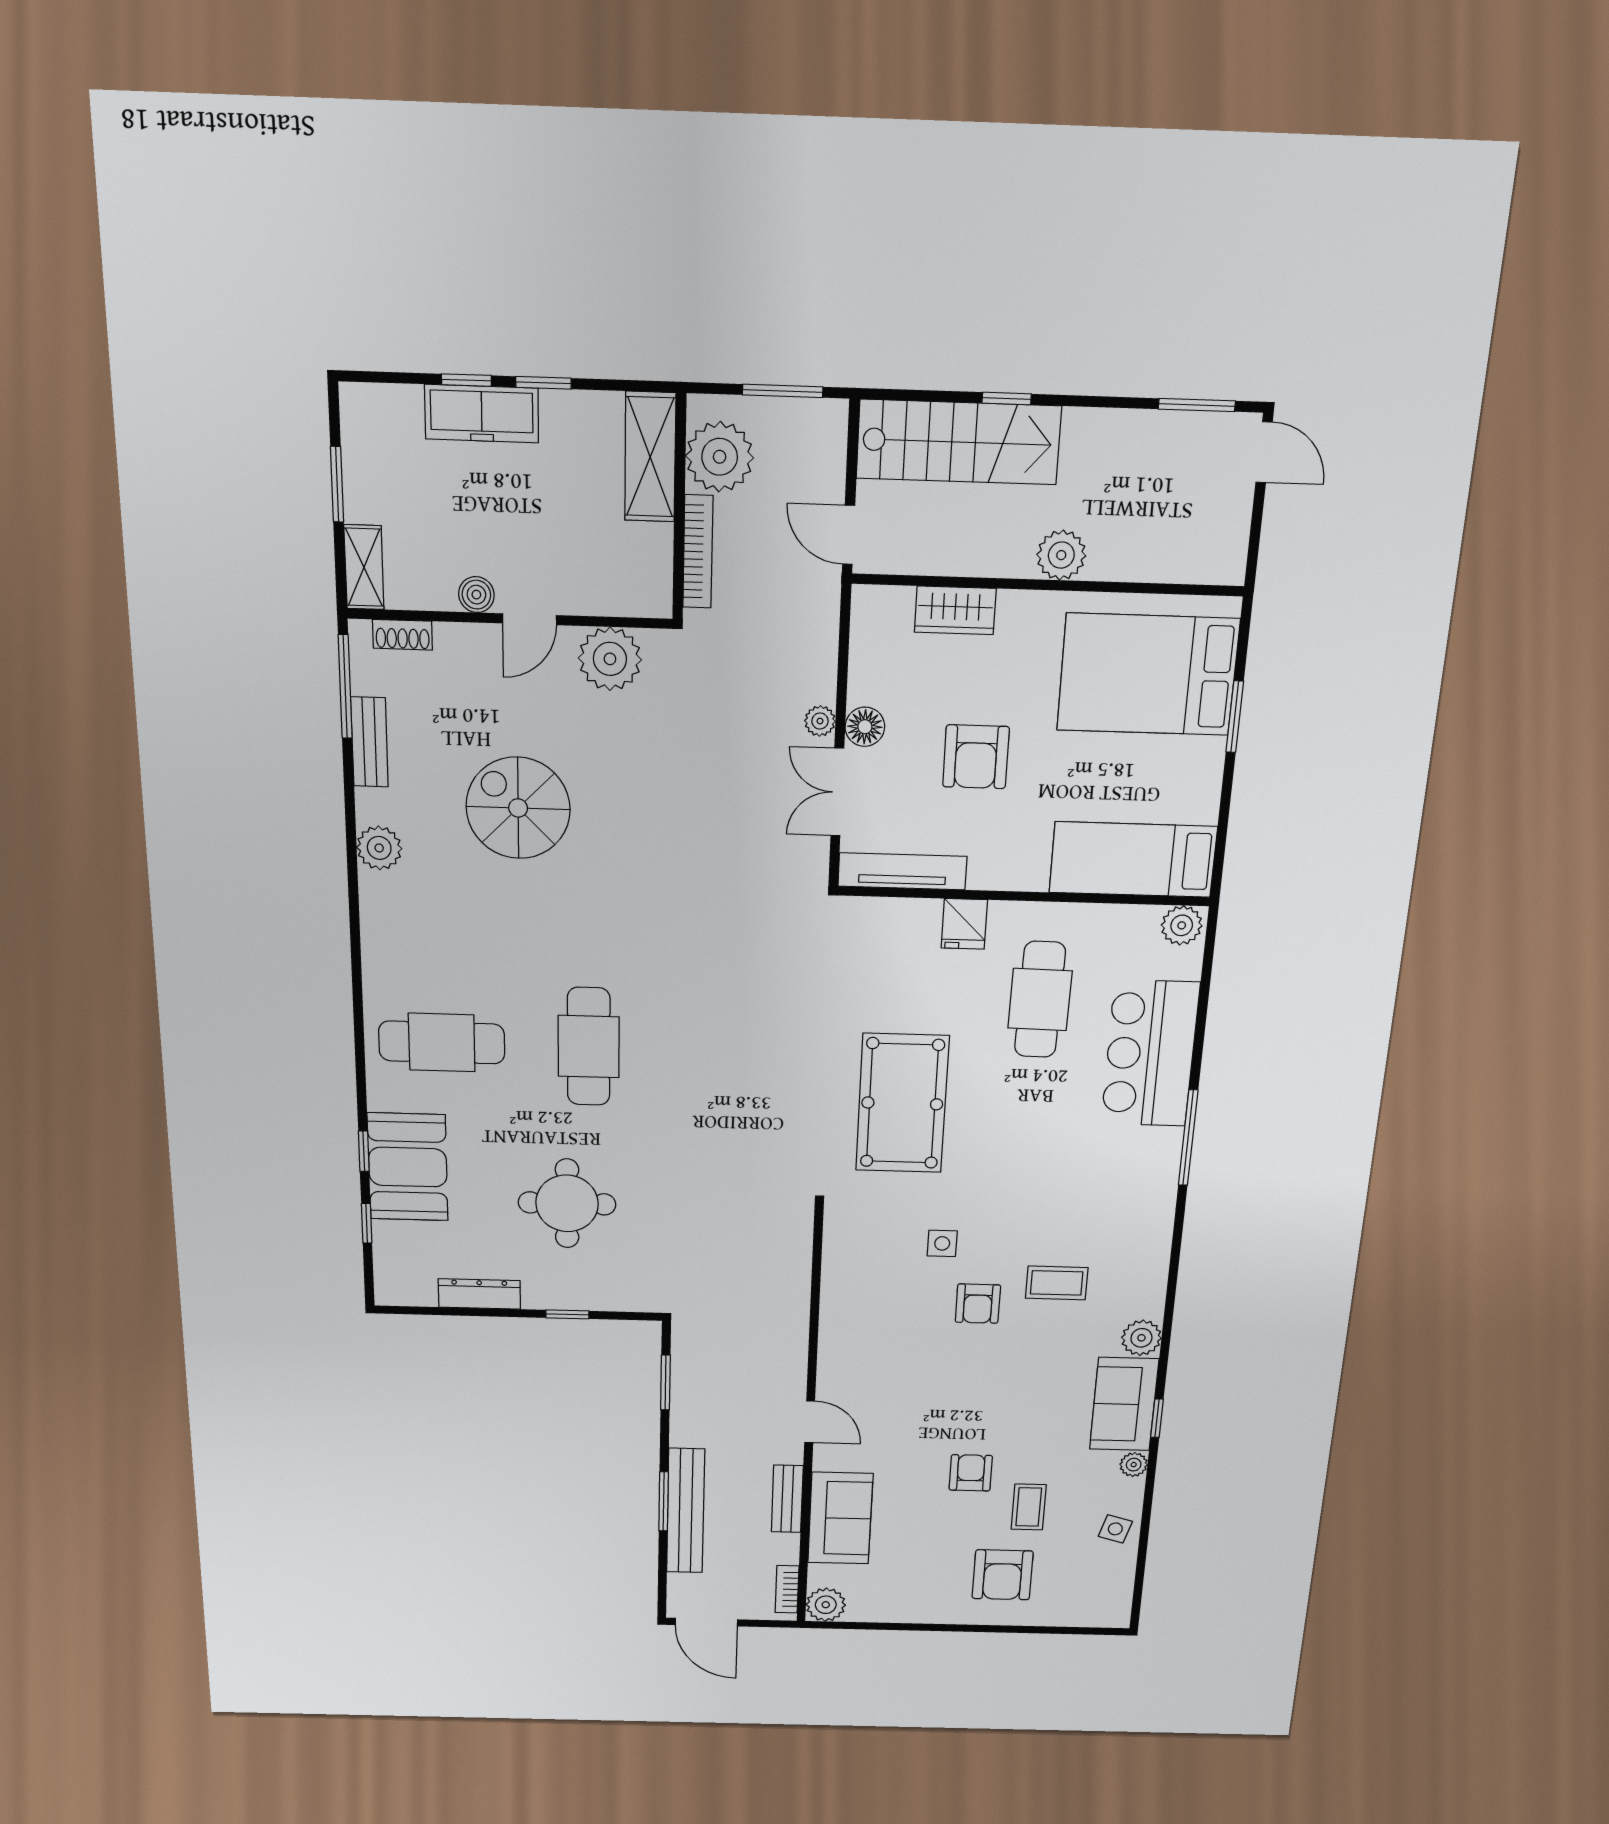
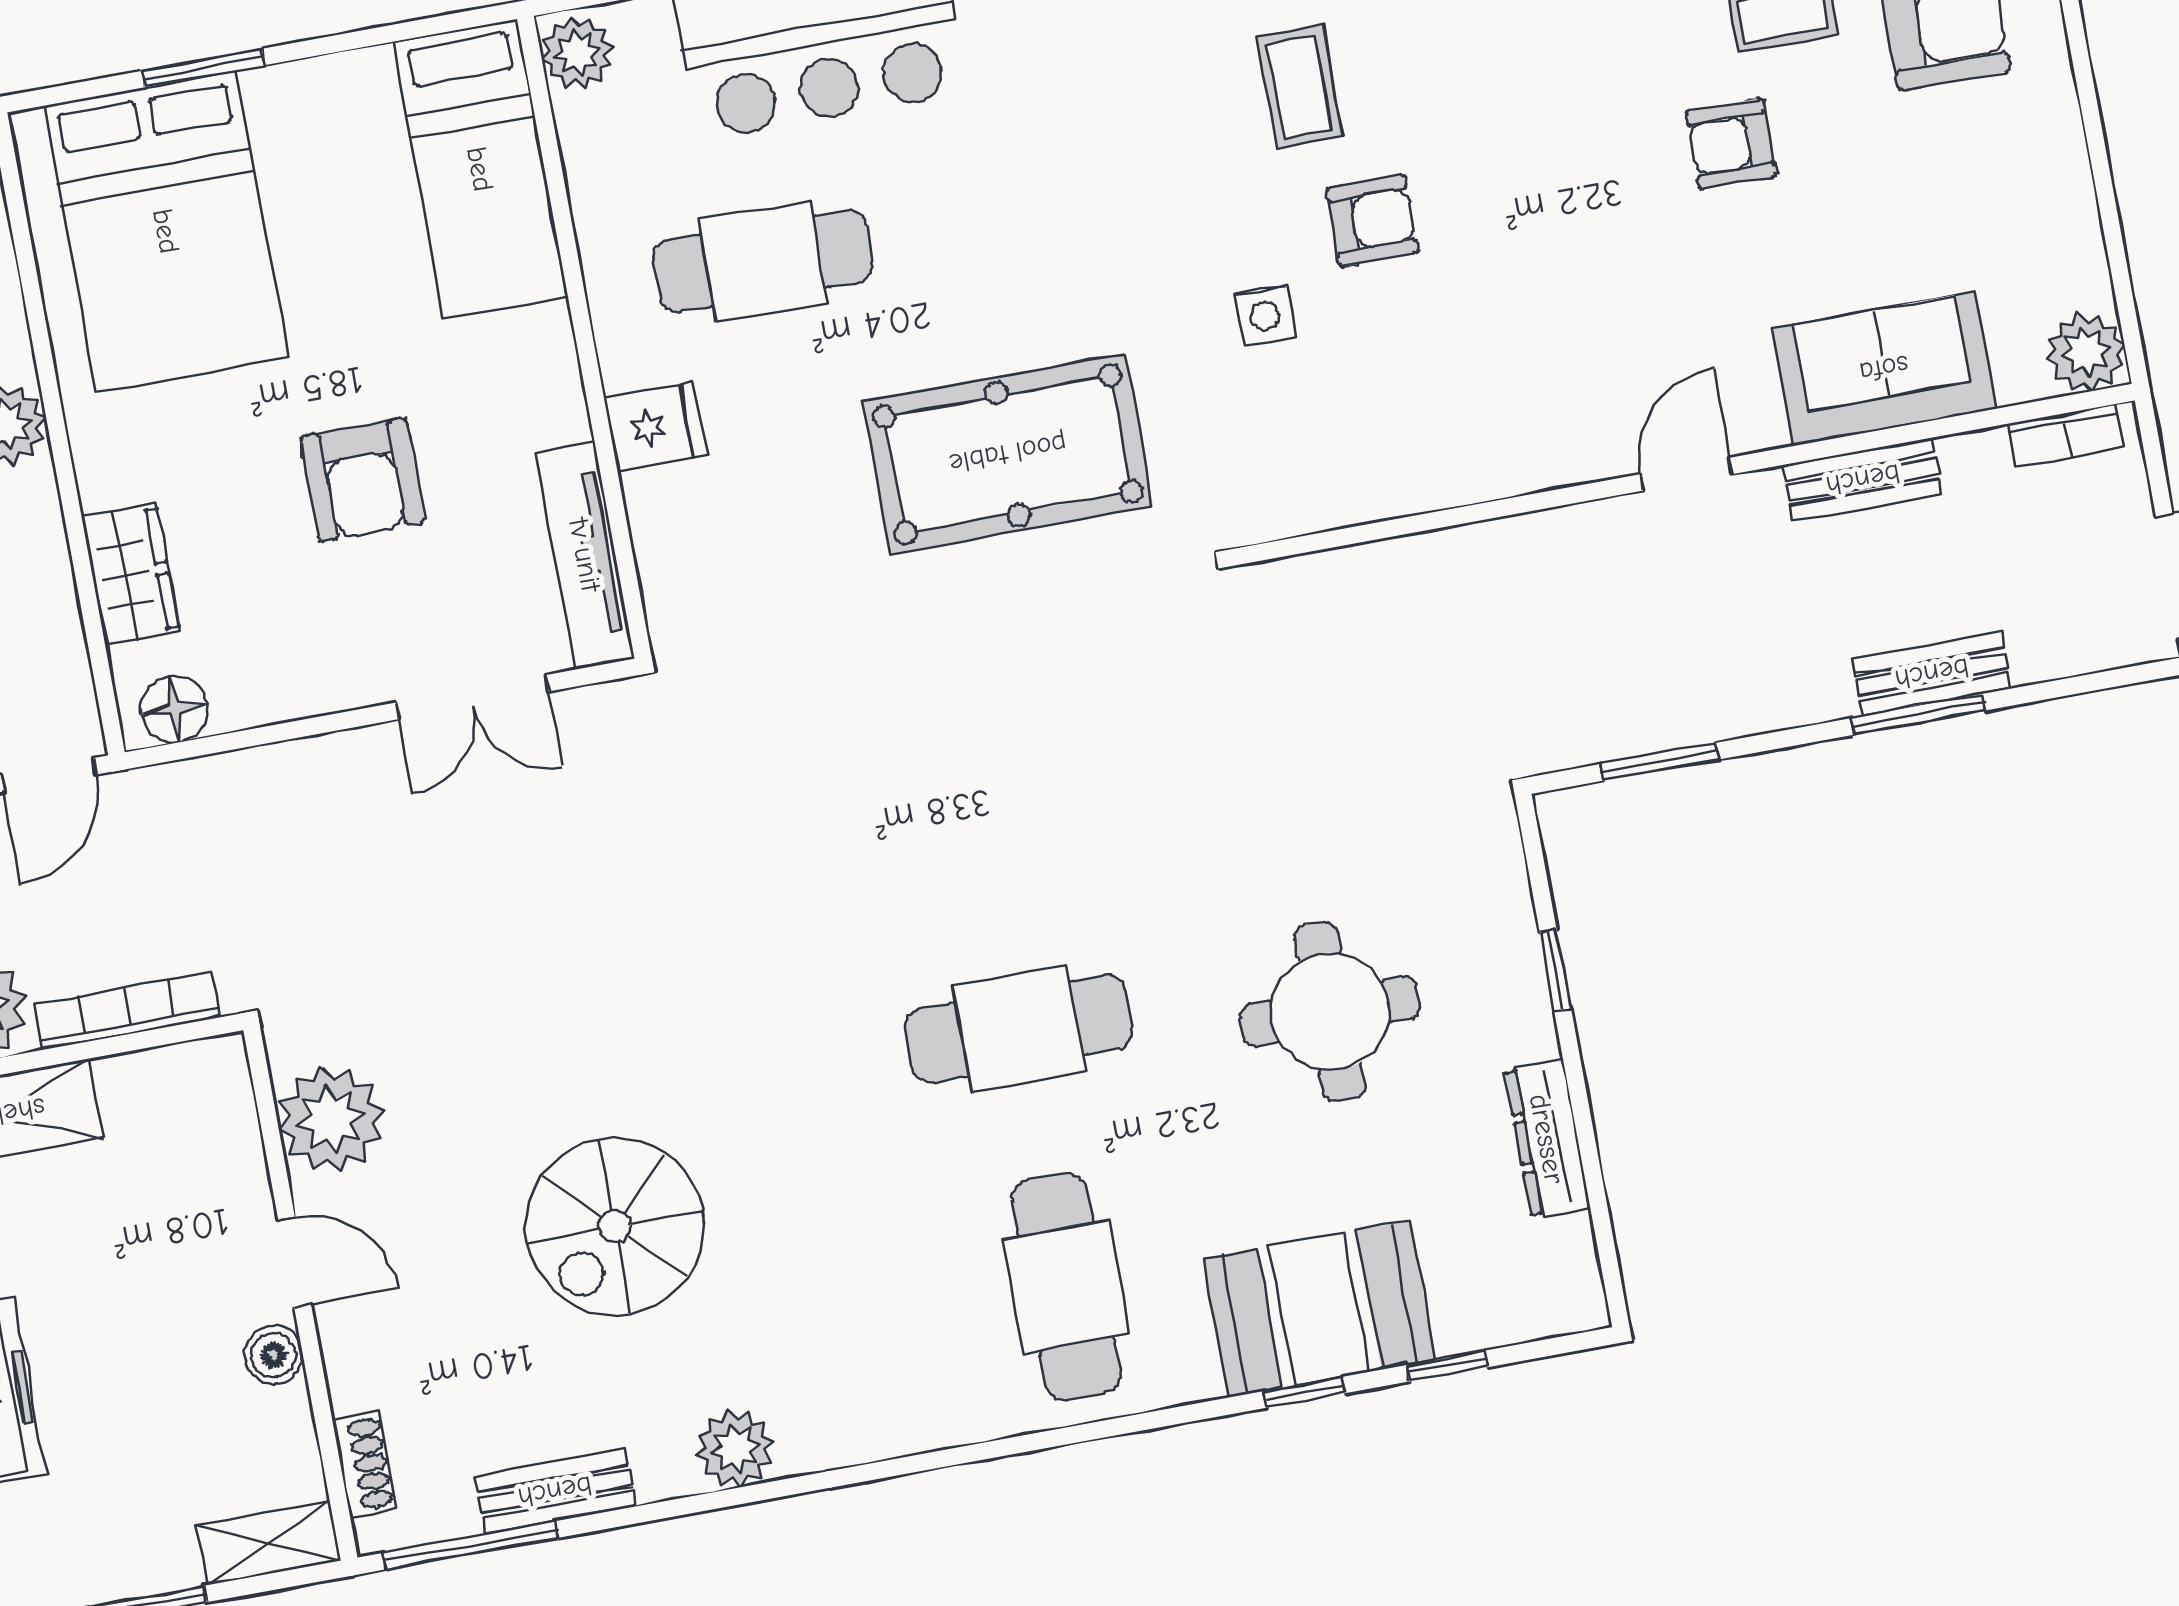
plant: (820, 721) -> (359, 753), removed
floor lamp: (865, 727) -> (174, 709), moved
armchair: (976, 757) -> (363, 480), turned 90
bench: (686, 1511) -> (1932, 674), width x0.54, depth x0.82

